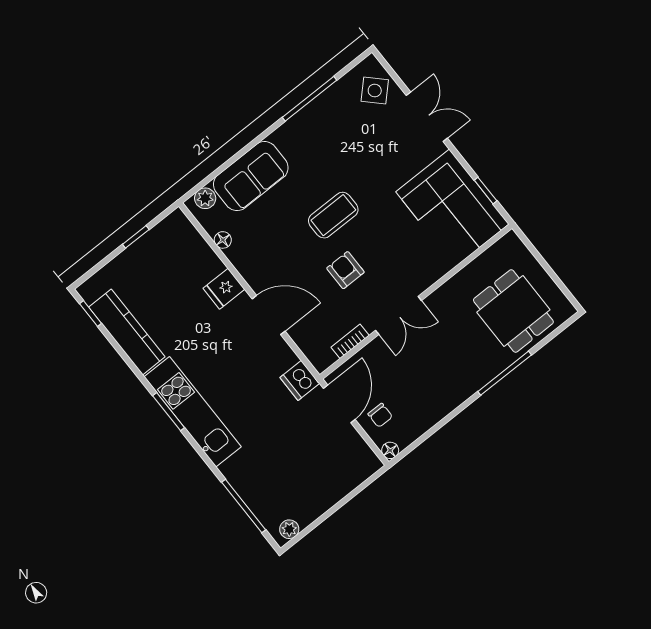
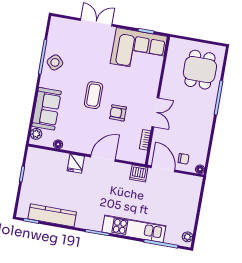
side table: (375, 91) -> (55, 62), moved
dining table: (513, 311) -> (200, 70), turned 90
kitchen unit: (193, 412) -> (134, 229), moved

